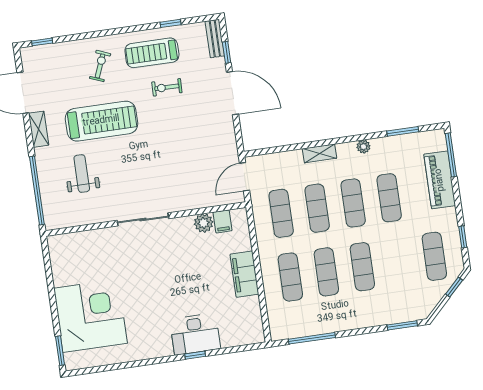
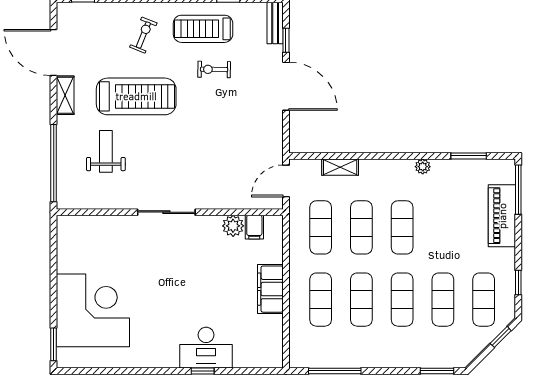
shelving: (319, 153) -> (340, 167), moved
exercise mat: (389, 198) -> (443, 300), moved

